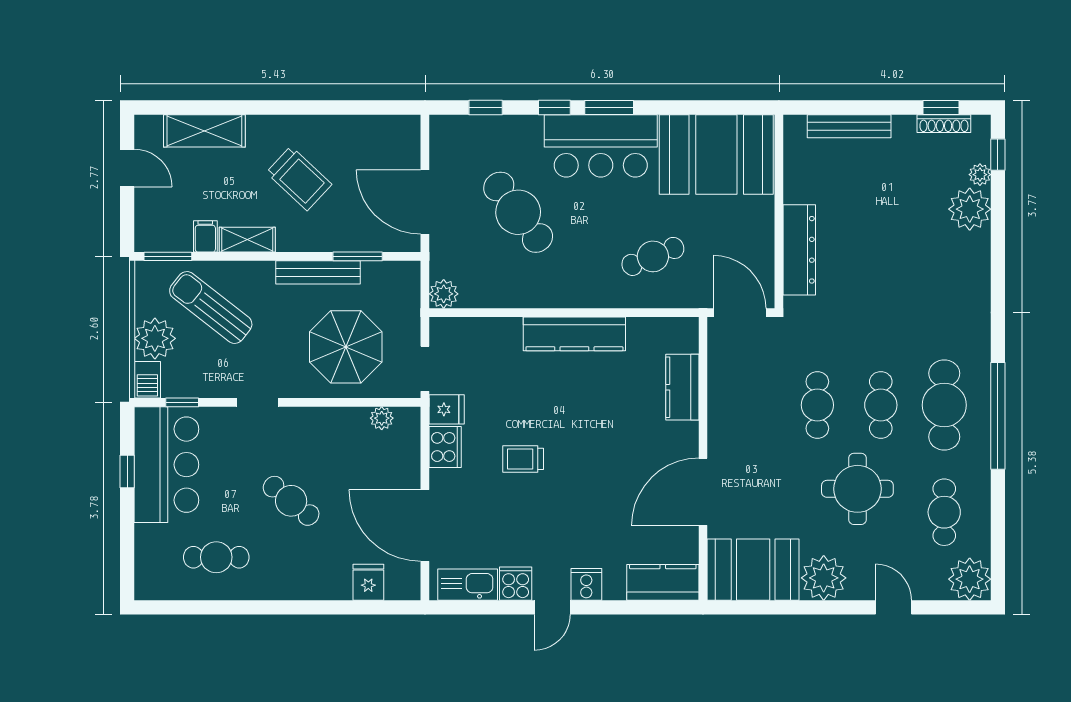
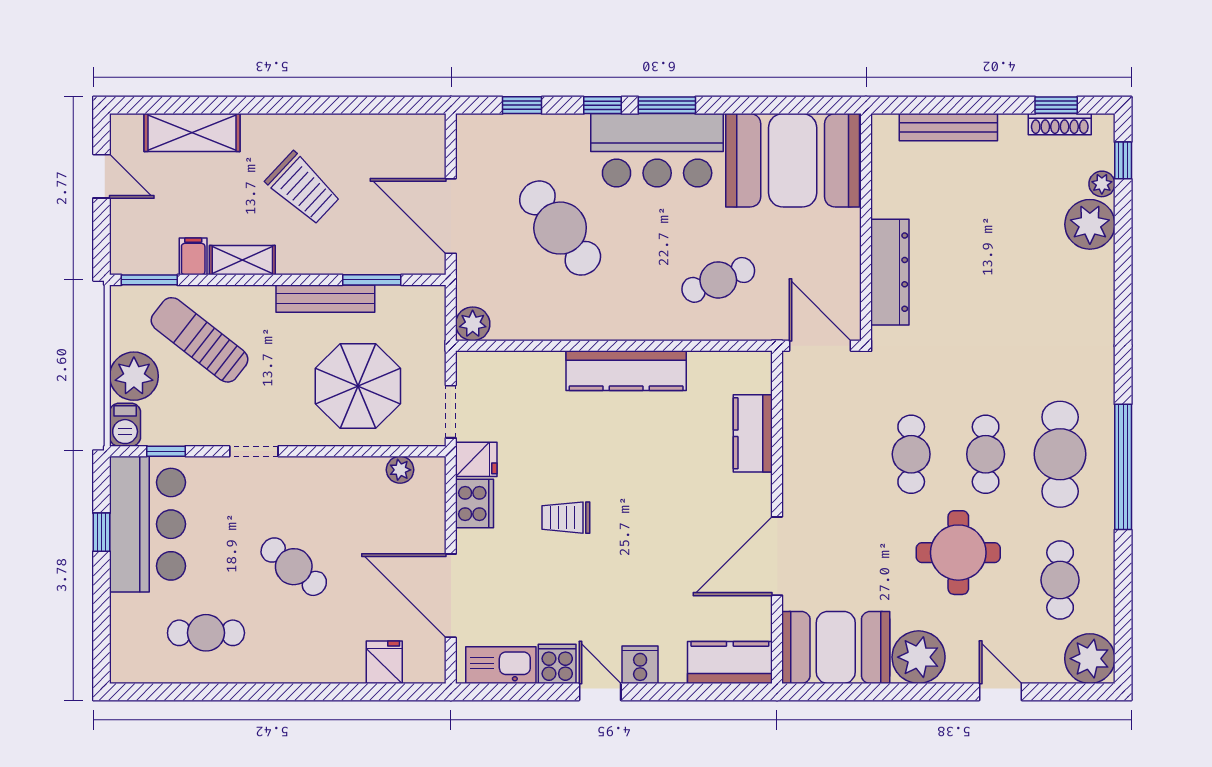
door: (552, 607) -> (600, 692), swing flipped

